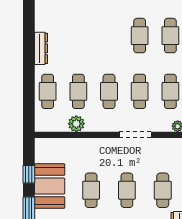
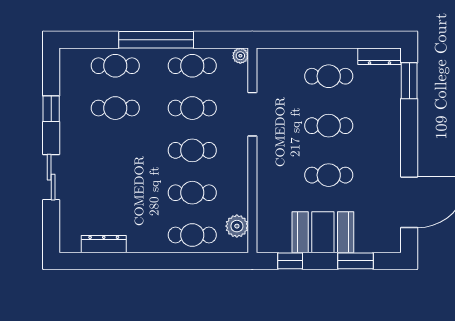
dresser: (41, 48) -> (104, 244), moved
plant: (76, 124) -> (237, 226), moved
window: (29, 174) -> (290, 261), moved

